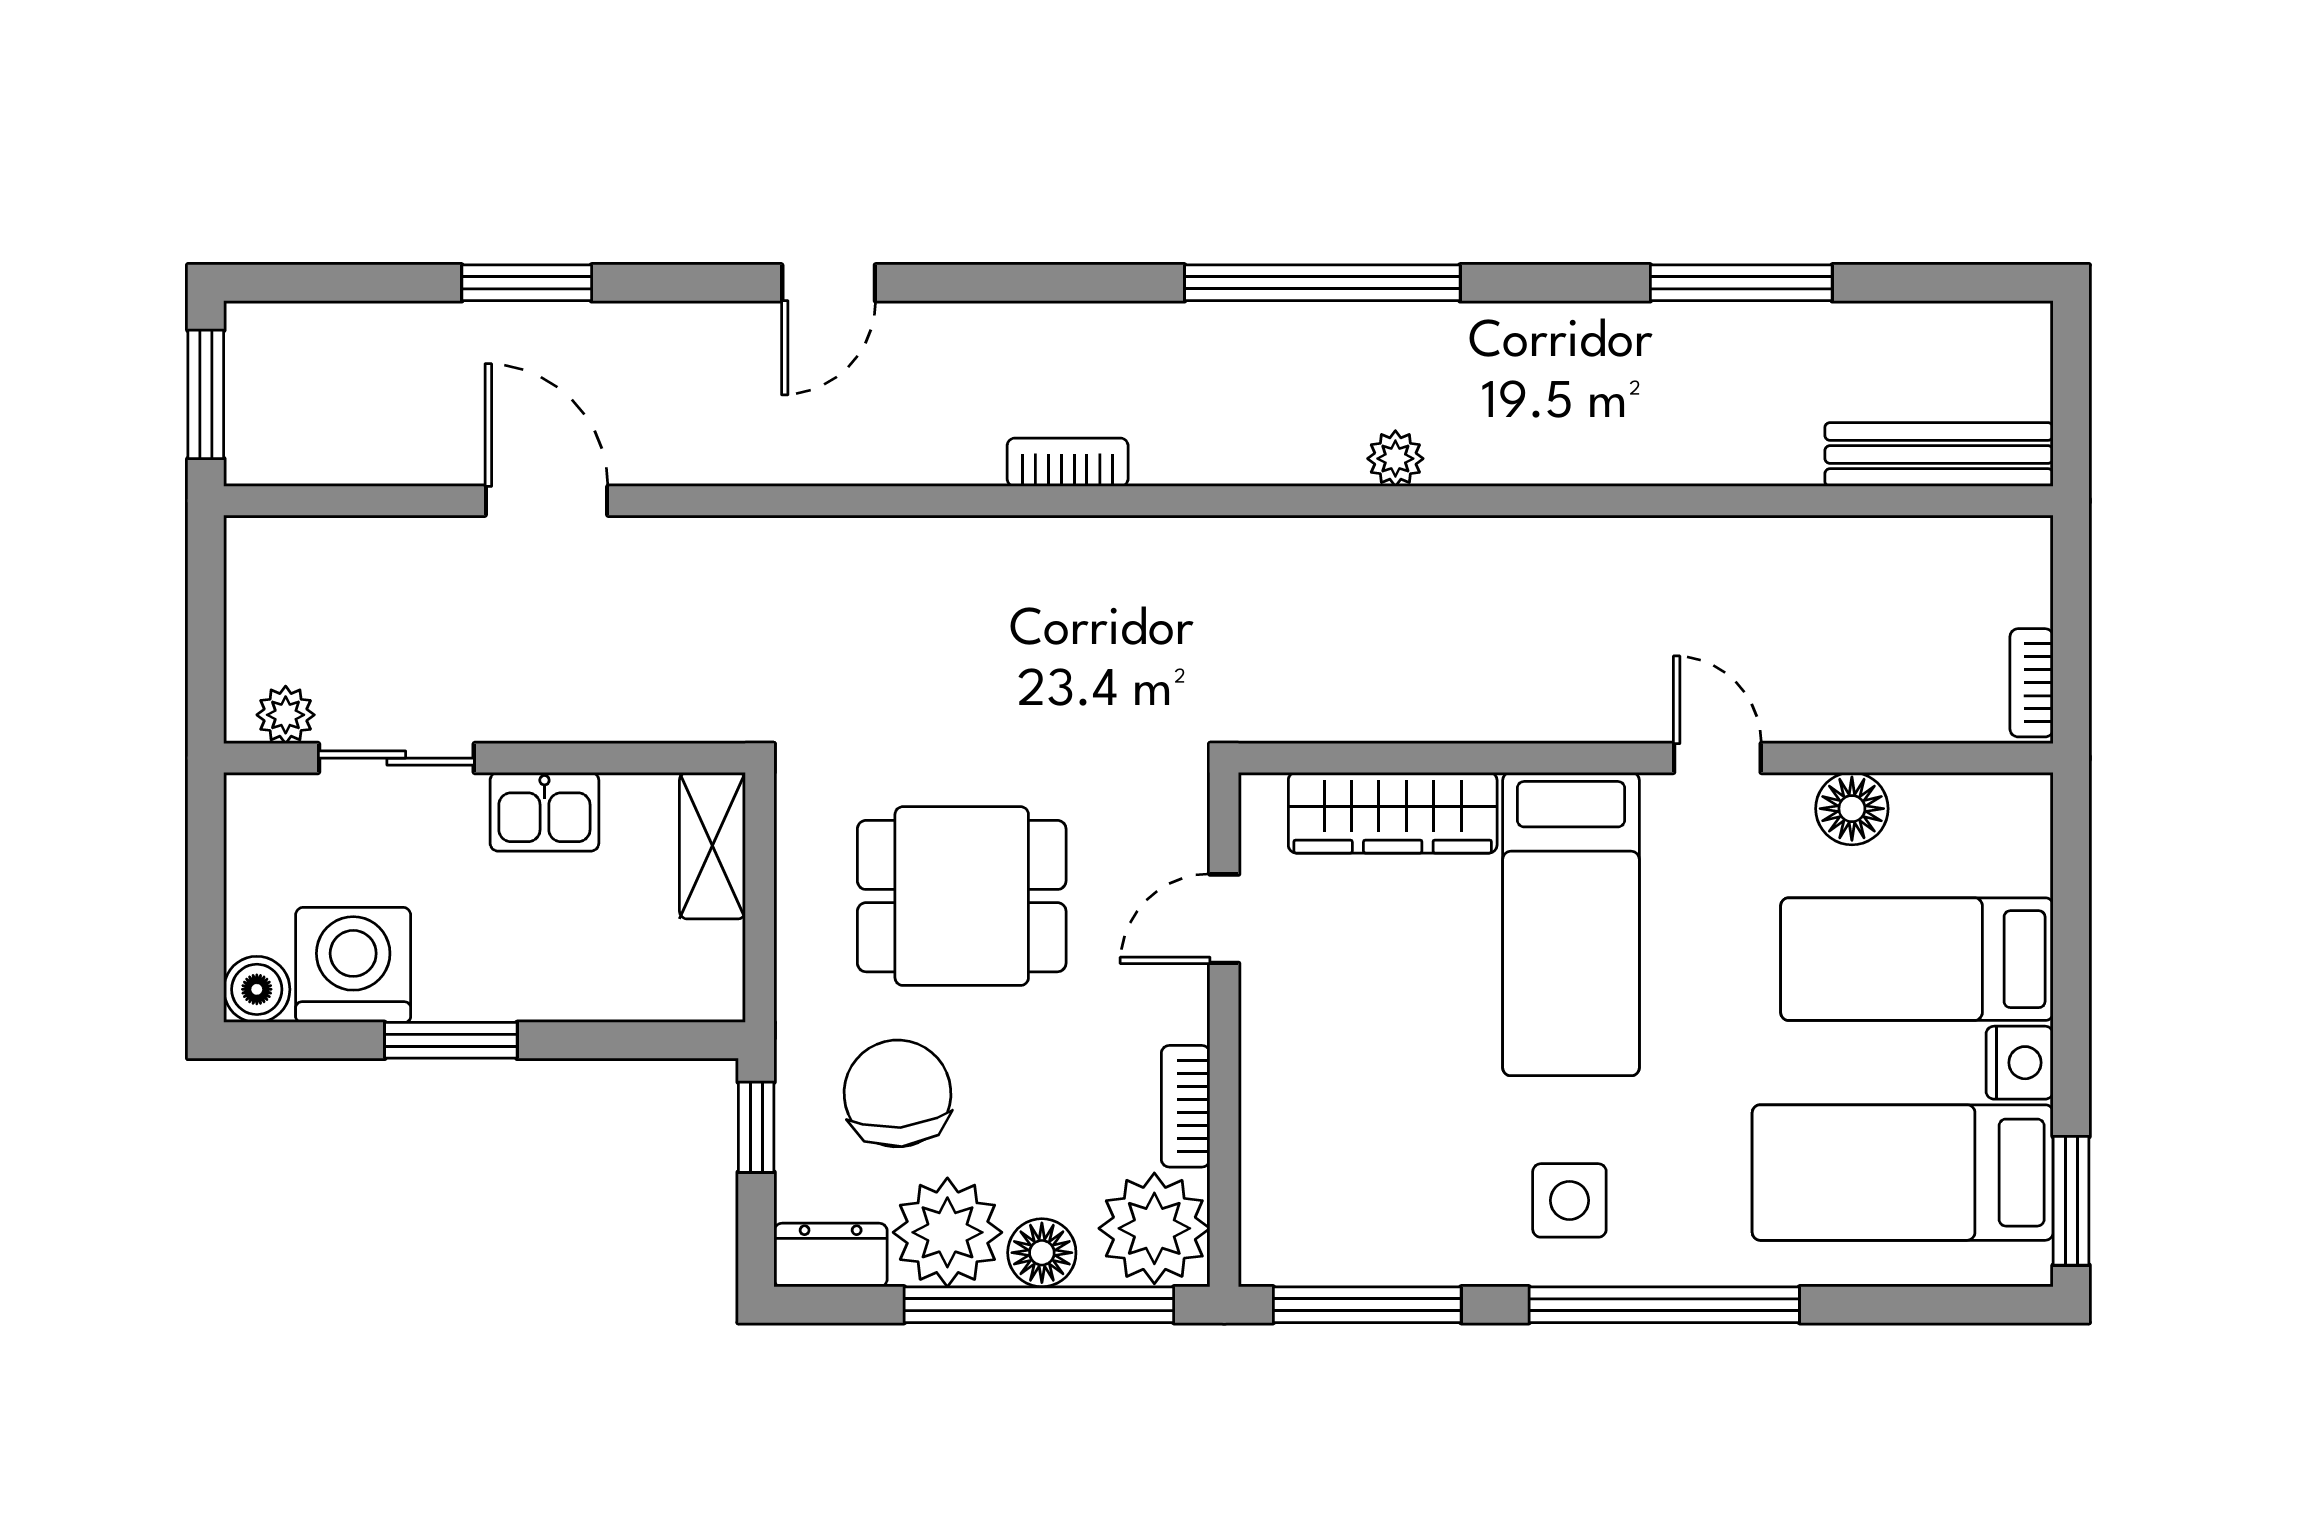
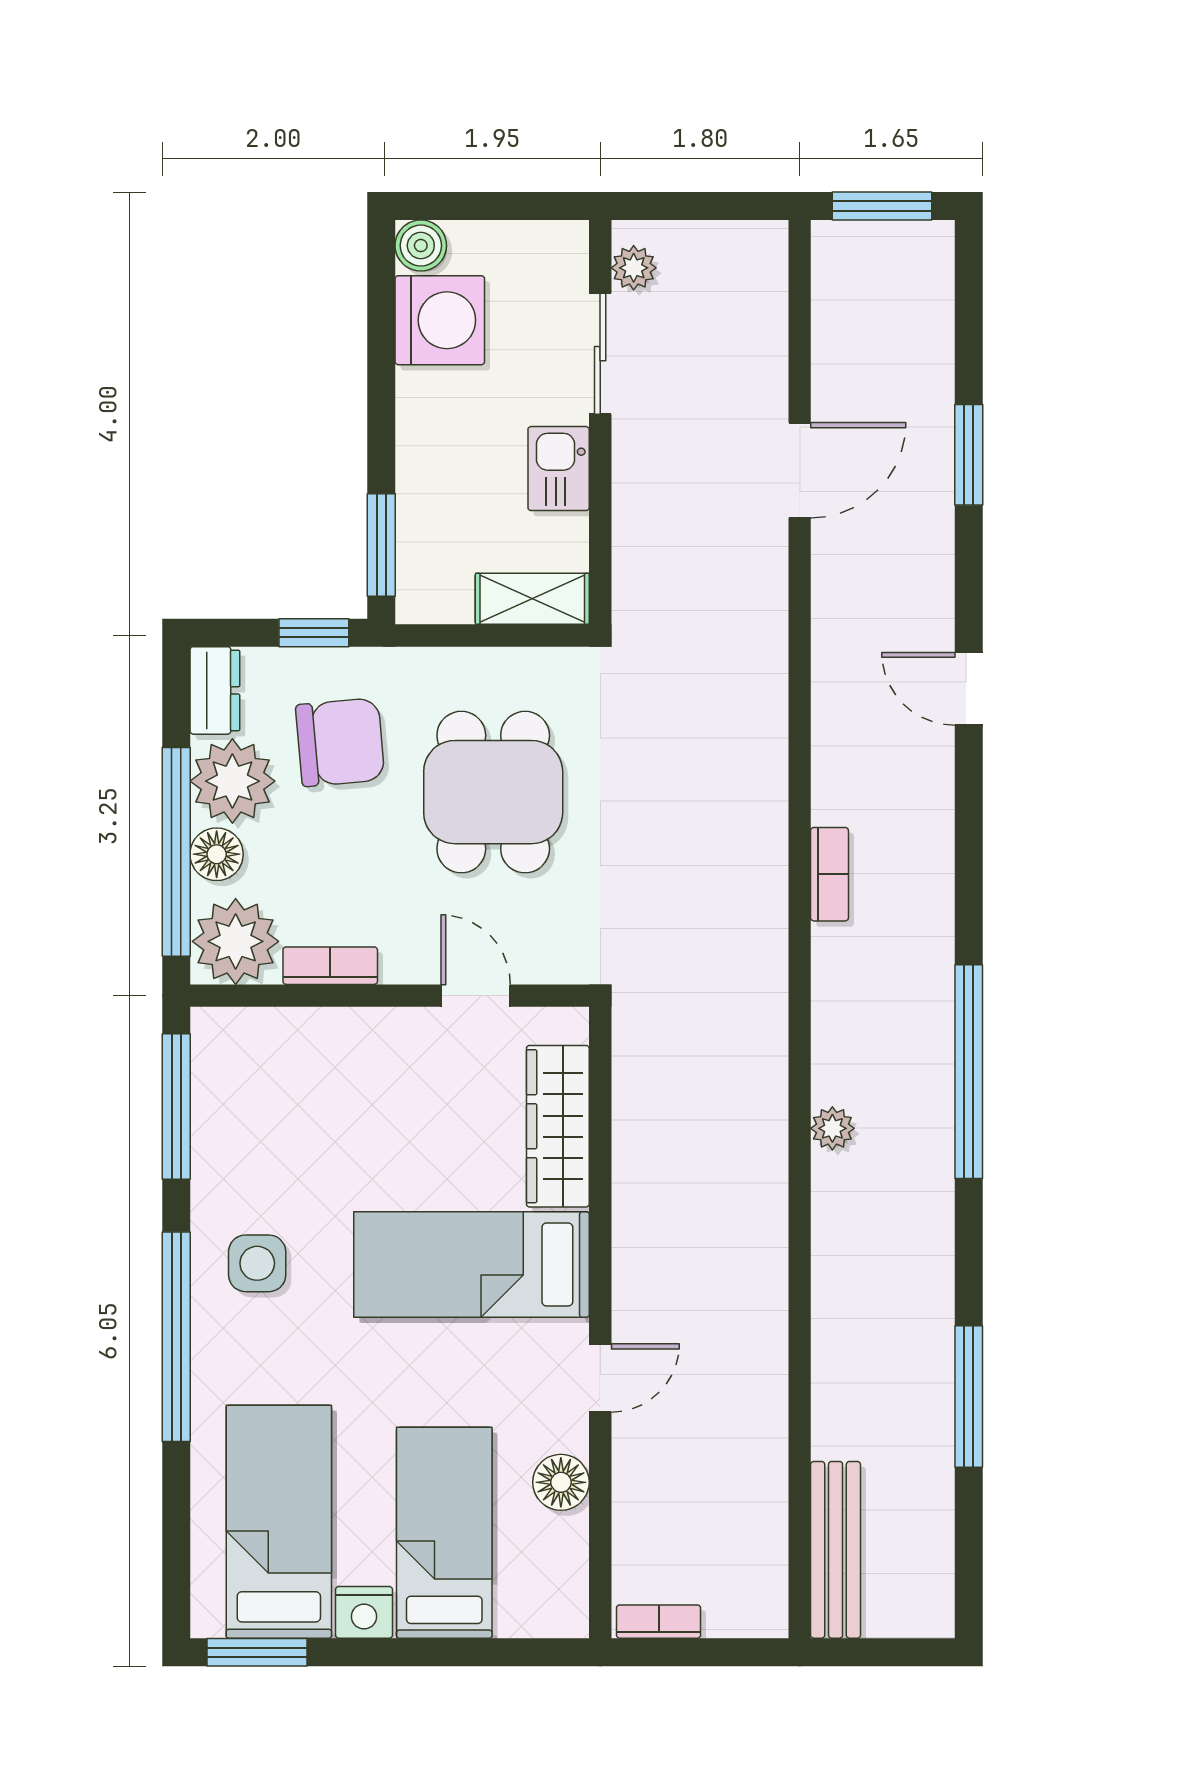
window: (451, 1040) -> (381, 545), moved

